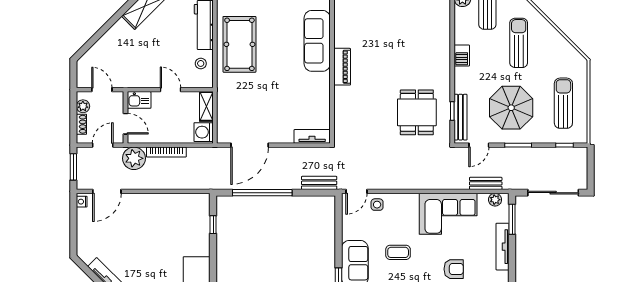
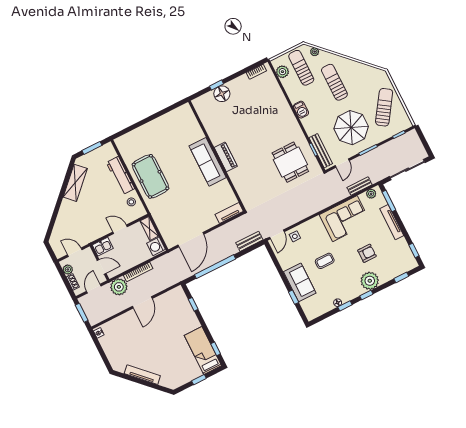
sofa: (317, 41) -> (208, 162), moved
sun lounger: (563, 103) -> (384, 107), turned 34
door: (107, 191) -> (142, 302), moved

